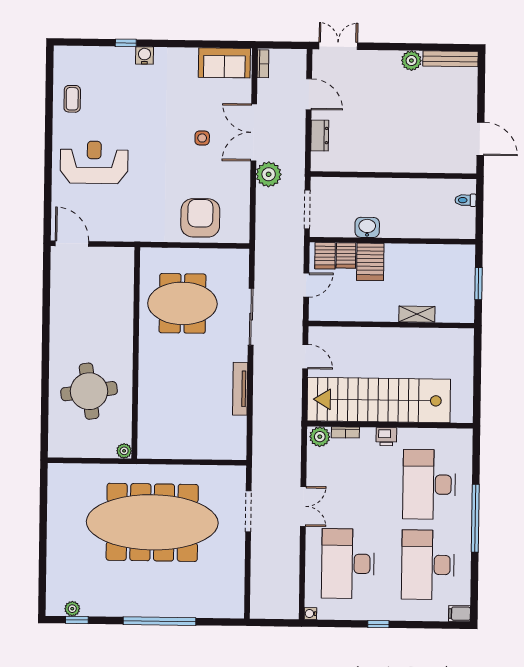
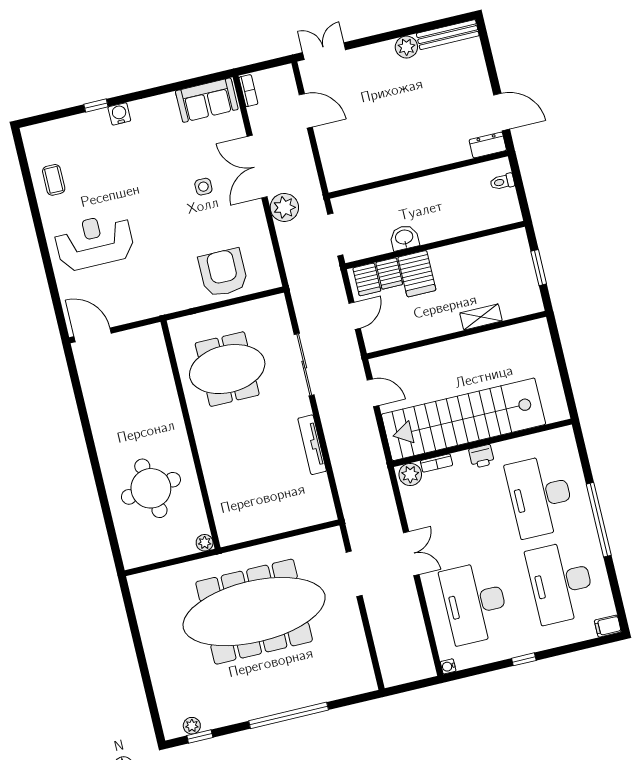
dresser: (320, 135) -> (488, 145), moved, turned -90

